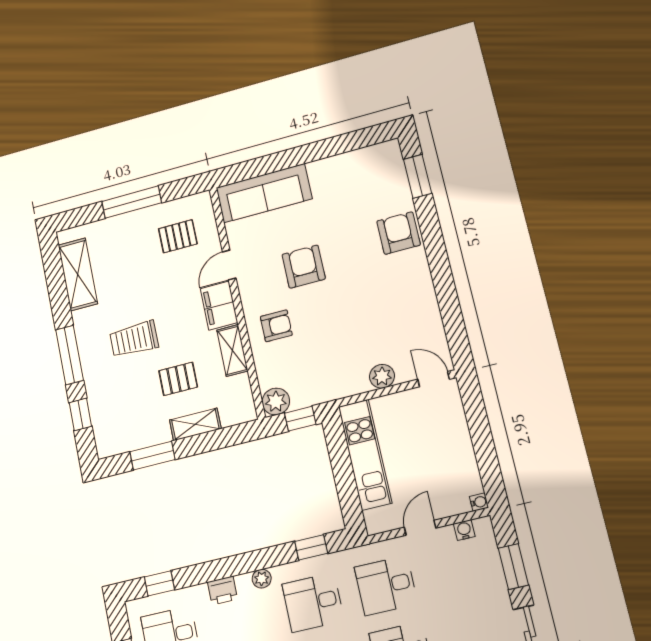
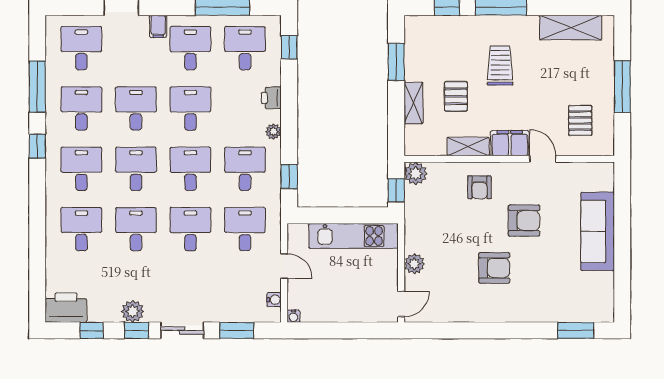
sofa: (264, 193) -> (598, 231), moved
armchair: (399, 233) -> (494, 268), moved

